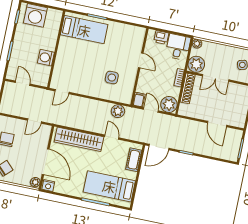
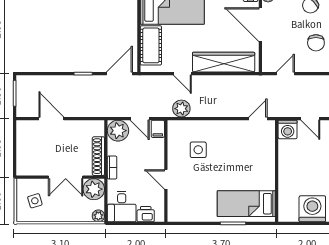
washing machine: (46, 58) -> (288, 129), moved, turned 90
double door: (216, 78) -> (66, 177), swing flipped
cot: (134, 160) -> (151, 45), width x1.37, depth x1.34

